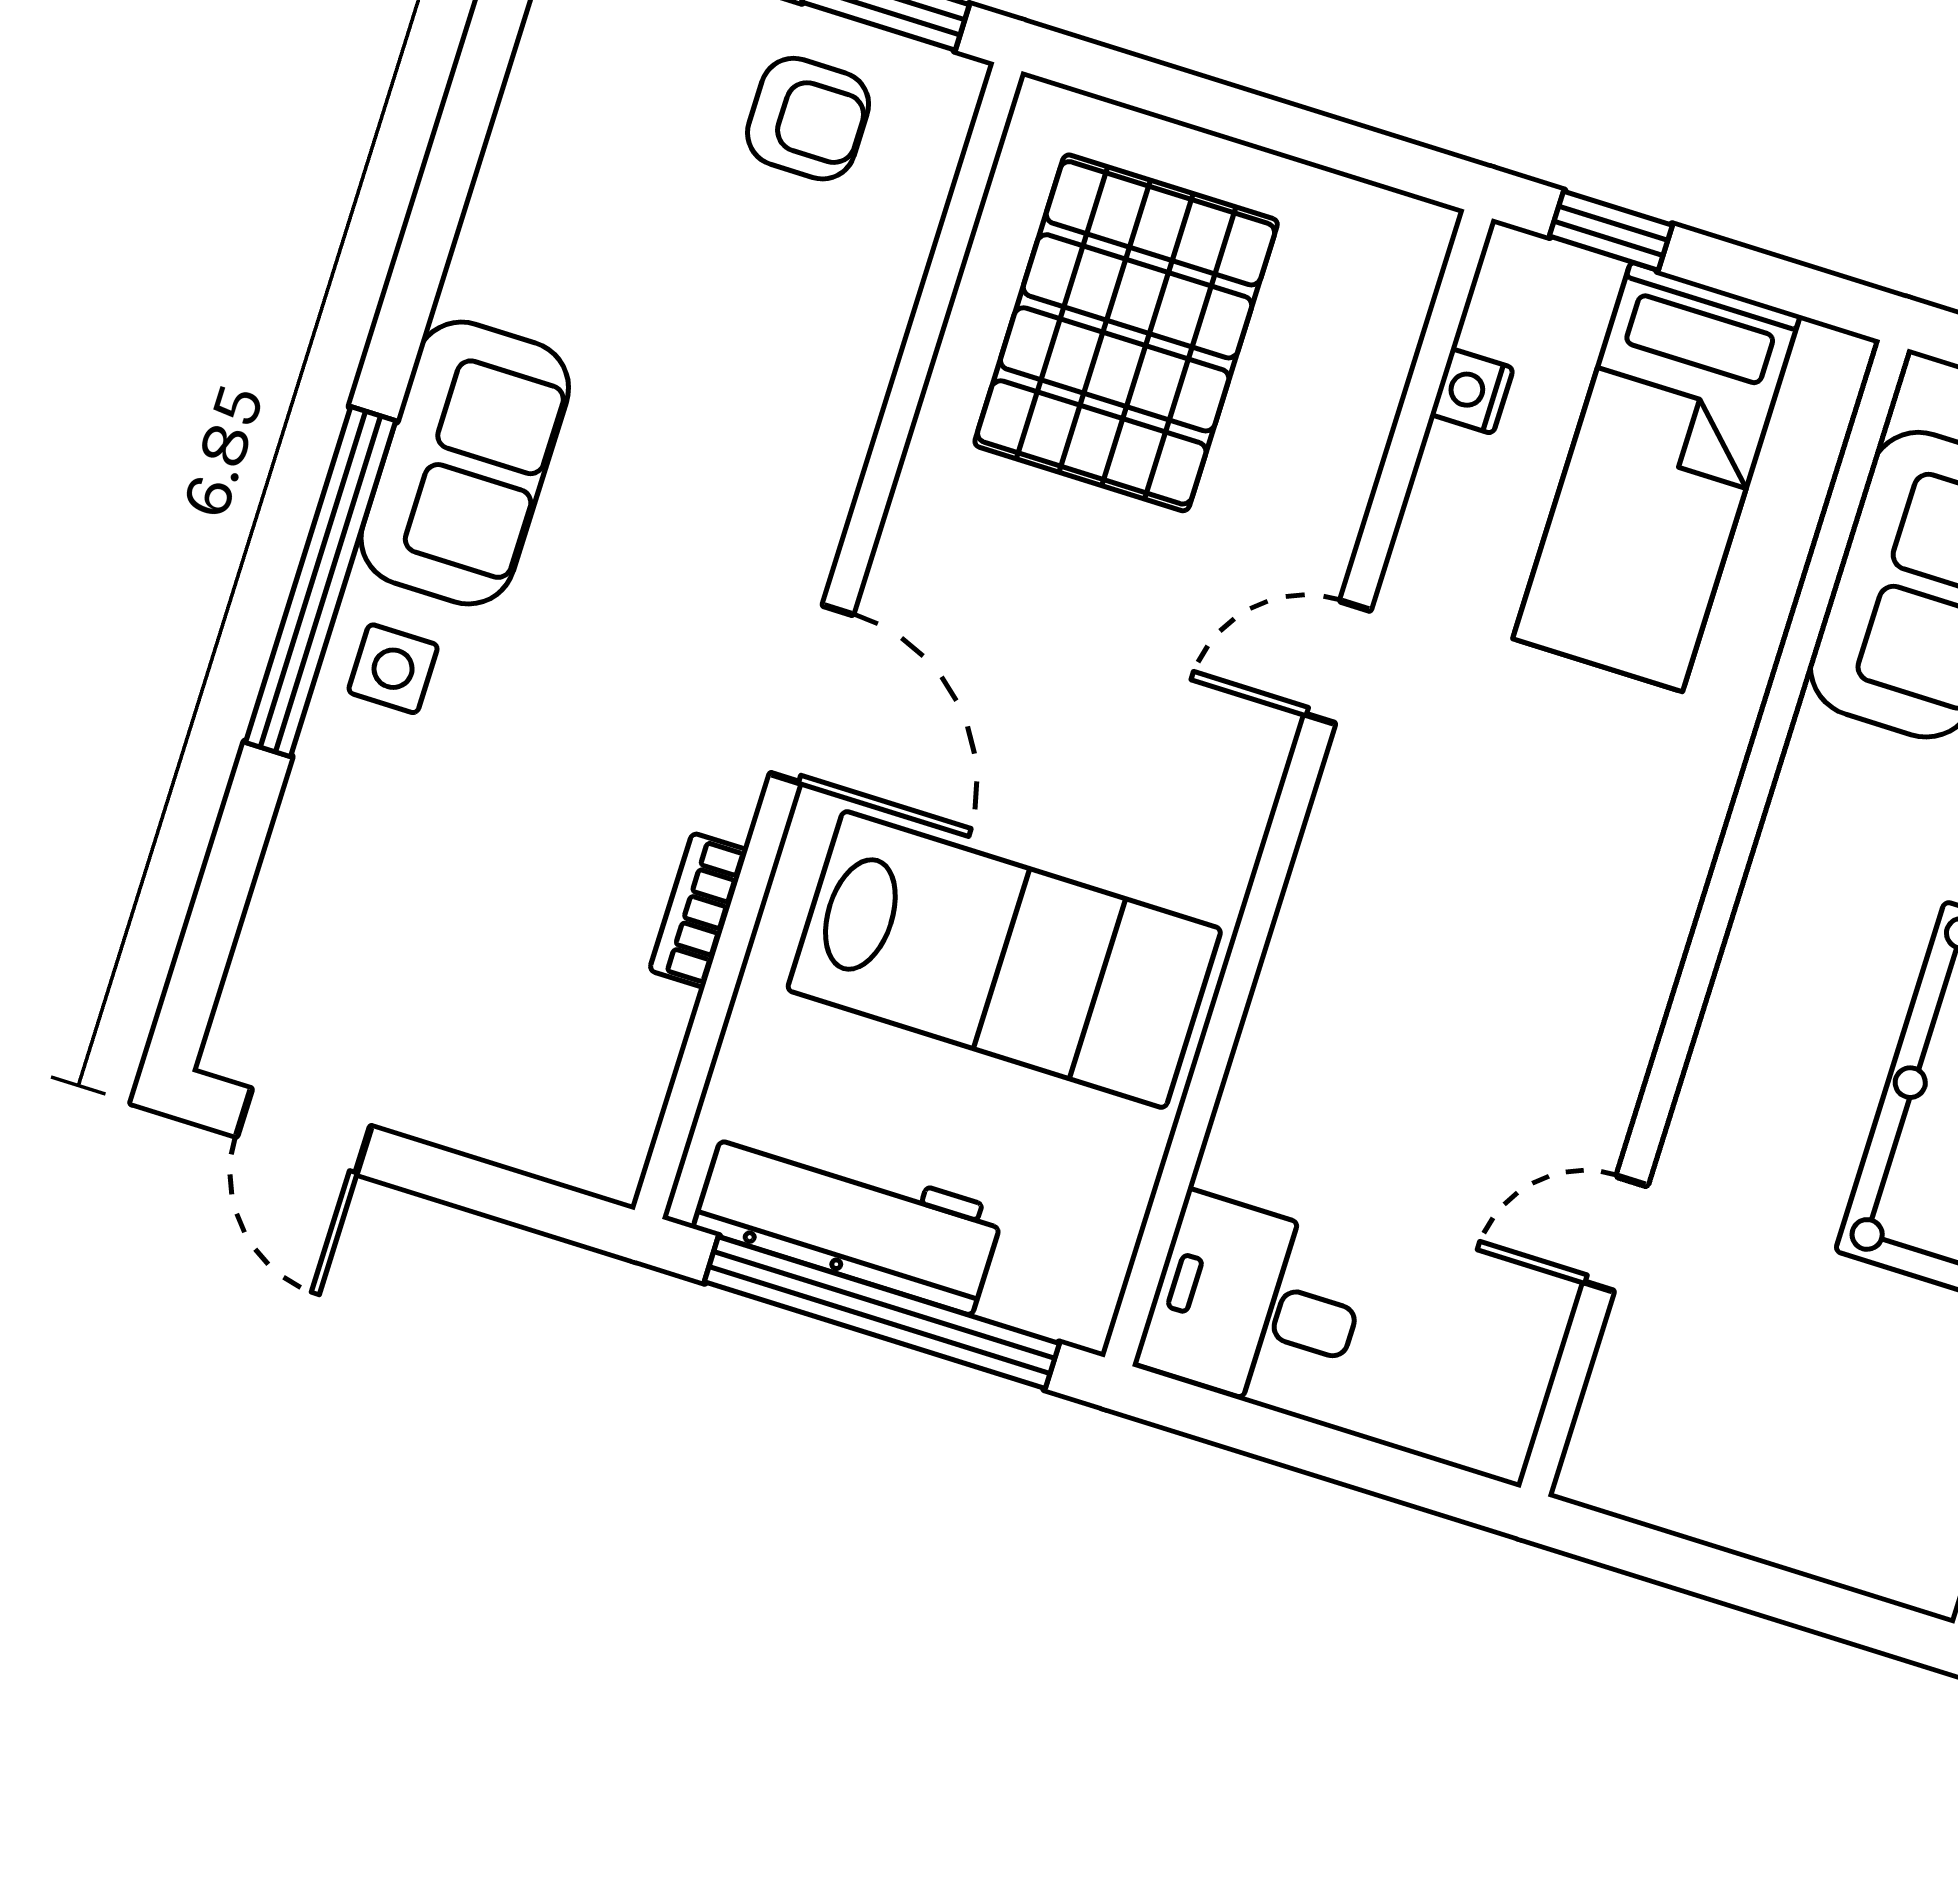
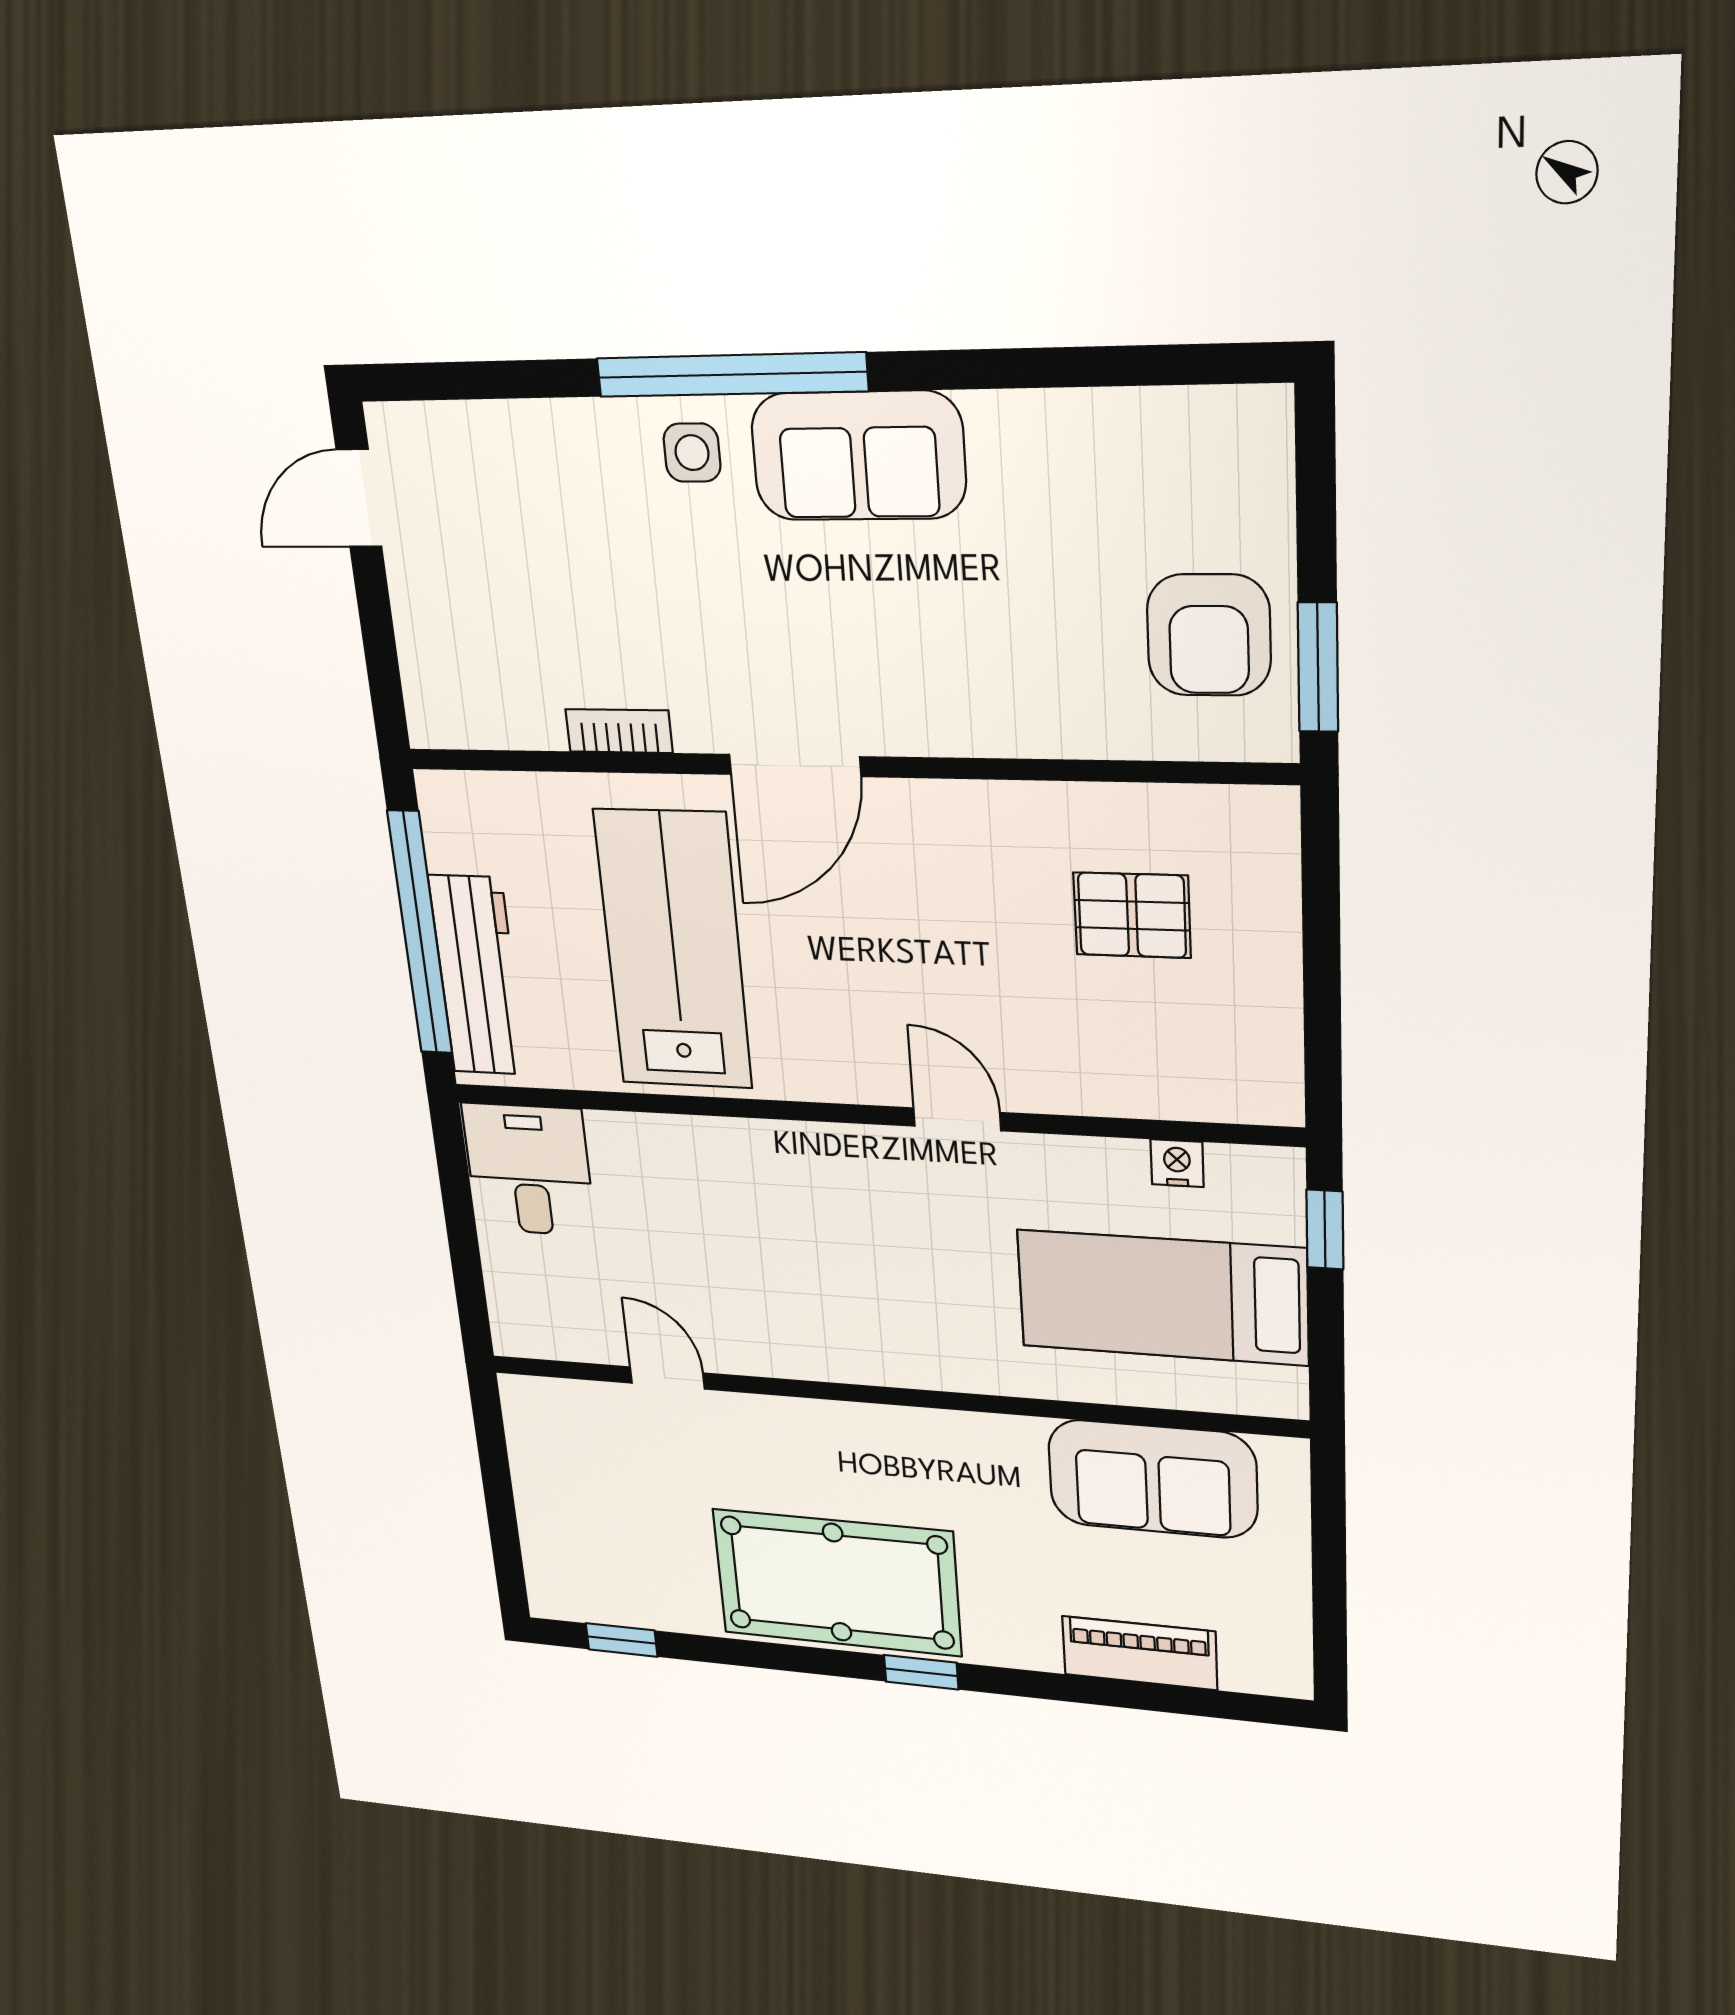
armchair: (808, 119) -> (1209, 635), width x1.38, depth x1.38
pallet: (1126, 333) -> (1132, 915), width x0.49, depth x0.50
lab bench: (1004, 960) -> (673, 950), turned 180
workbench: (849, 1220) -> (478, 976), moved

